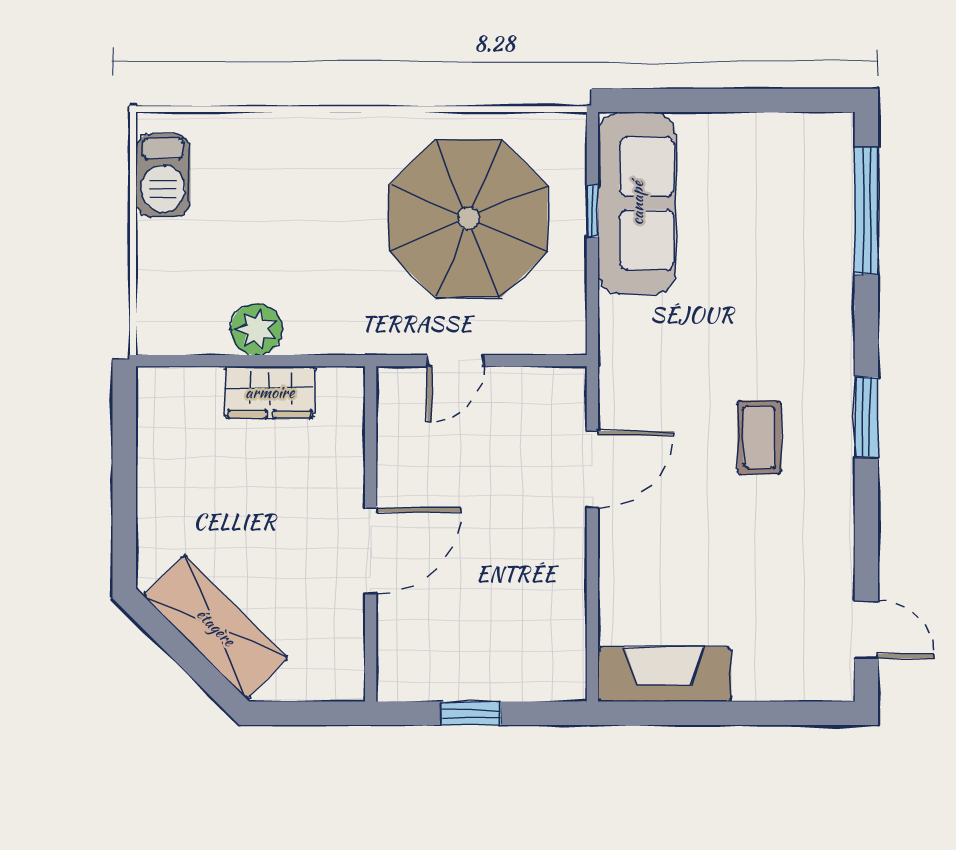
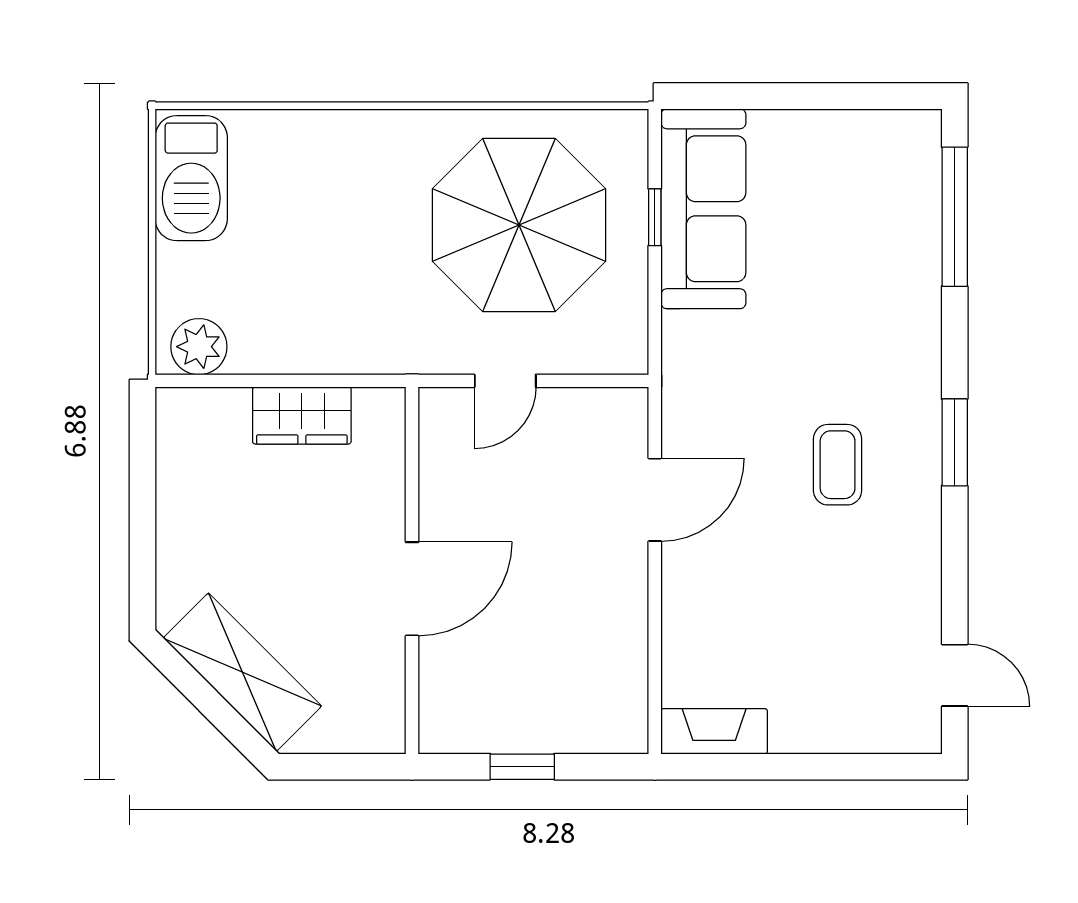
barbecue: (163, 175) -> (191, 178), width x1.37, depth x1.21
plant: (257, 329) -> (199, 347), moved
fireplace: (665, 674) -> (714, 731), width x0.73, depth x0.76

